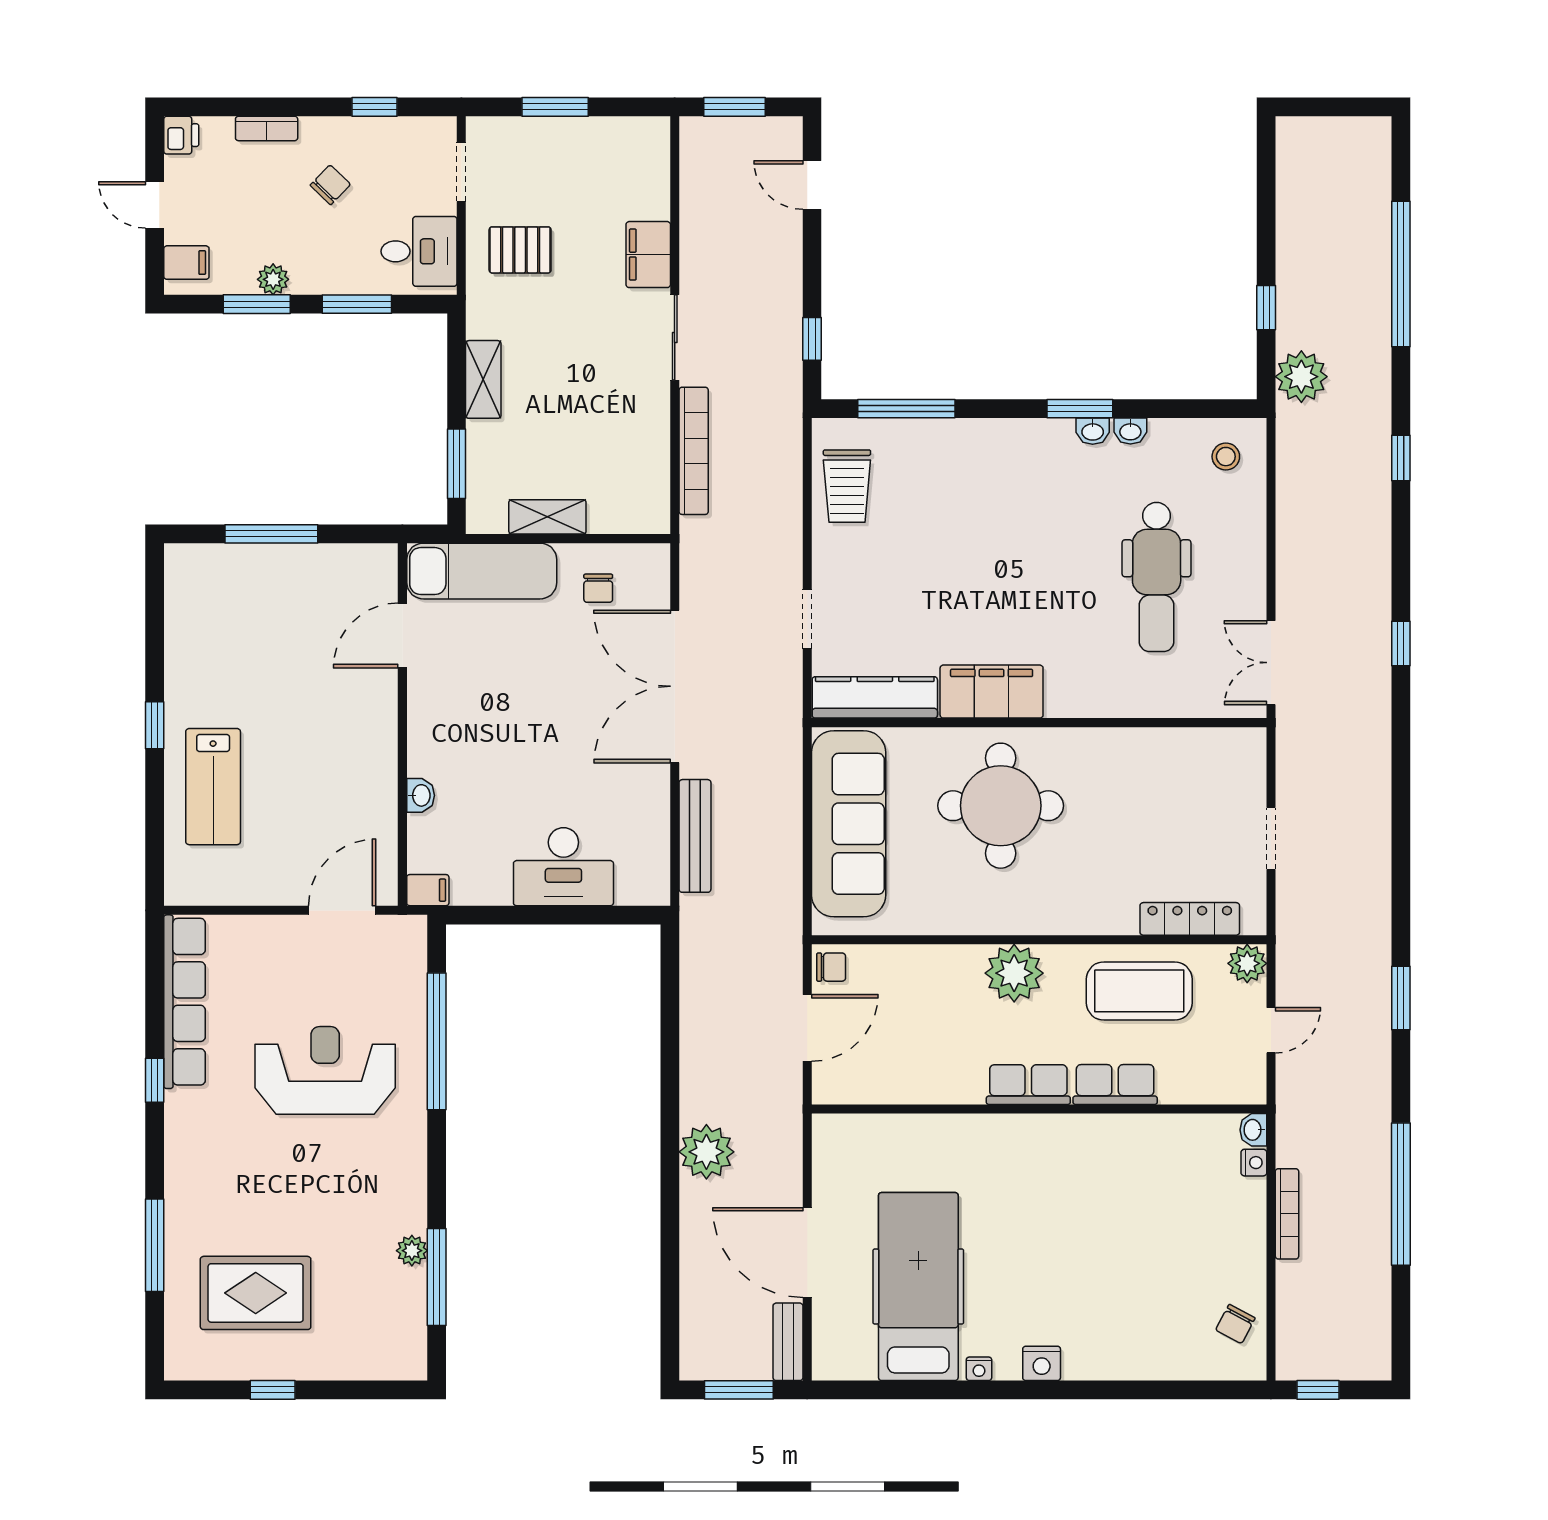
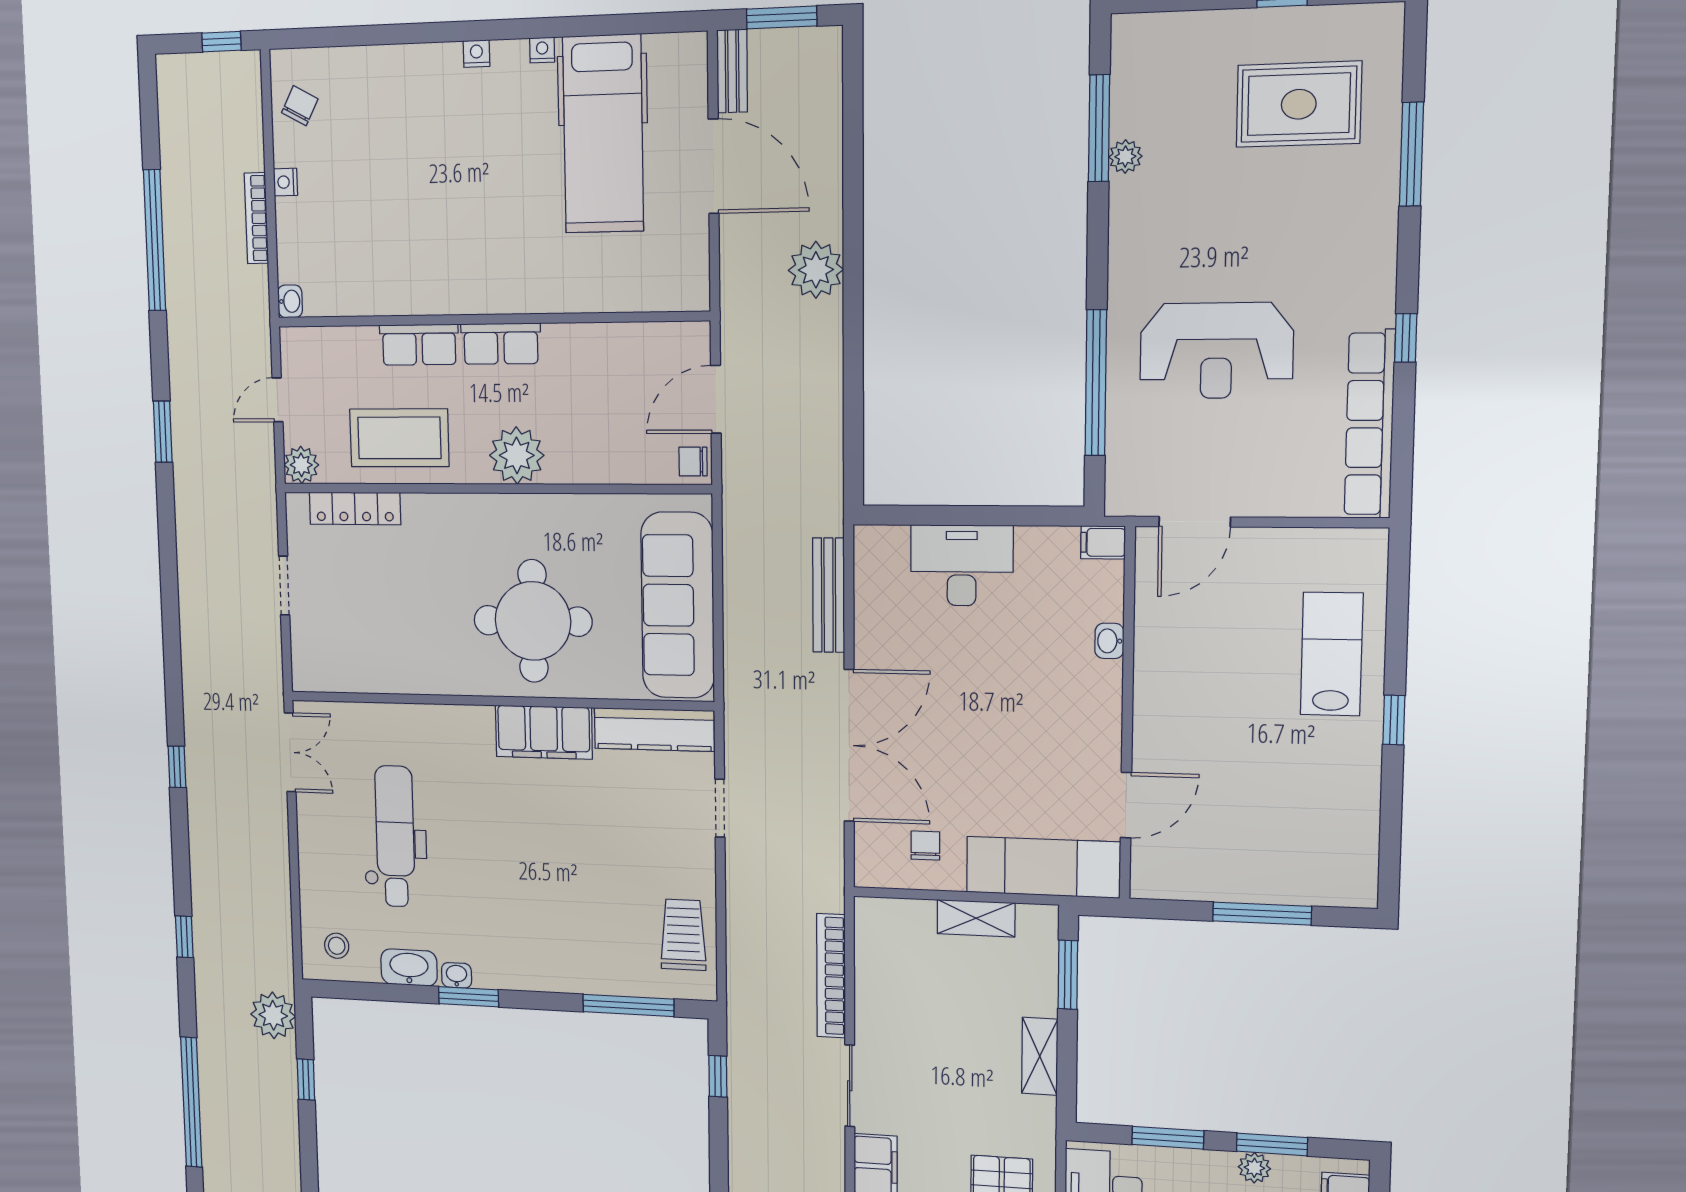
washbasin: (1130, 431) -> (409, 968), width x1.91, depth x1.45
nightstand: (1254, 1163) -> (285, 182), moved
nightstand: (1042, 1363) -> (476, 54), width x0.72, depth x0.74

